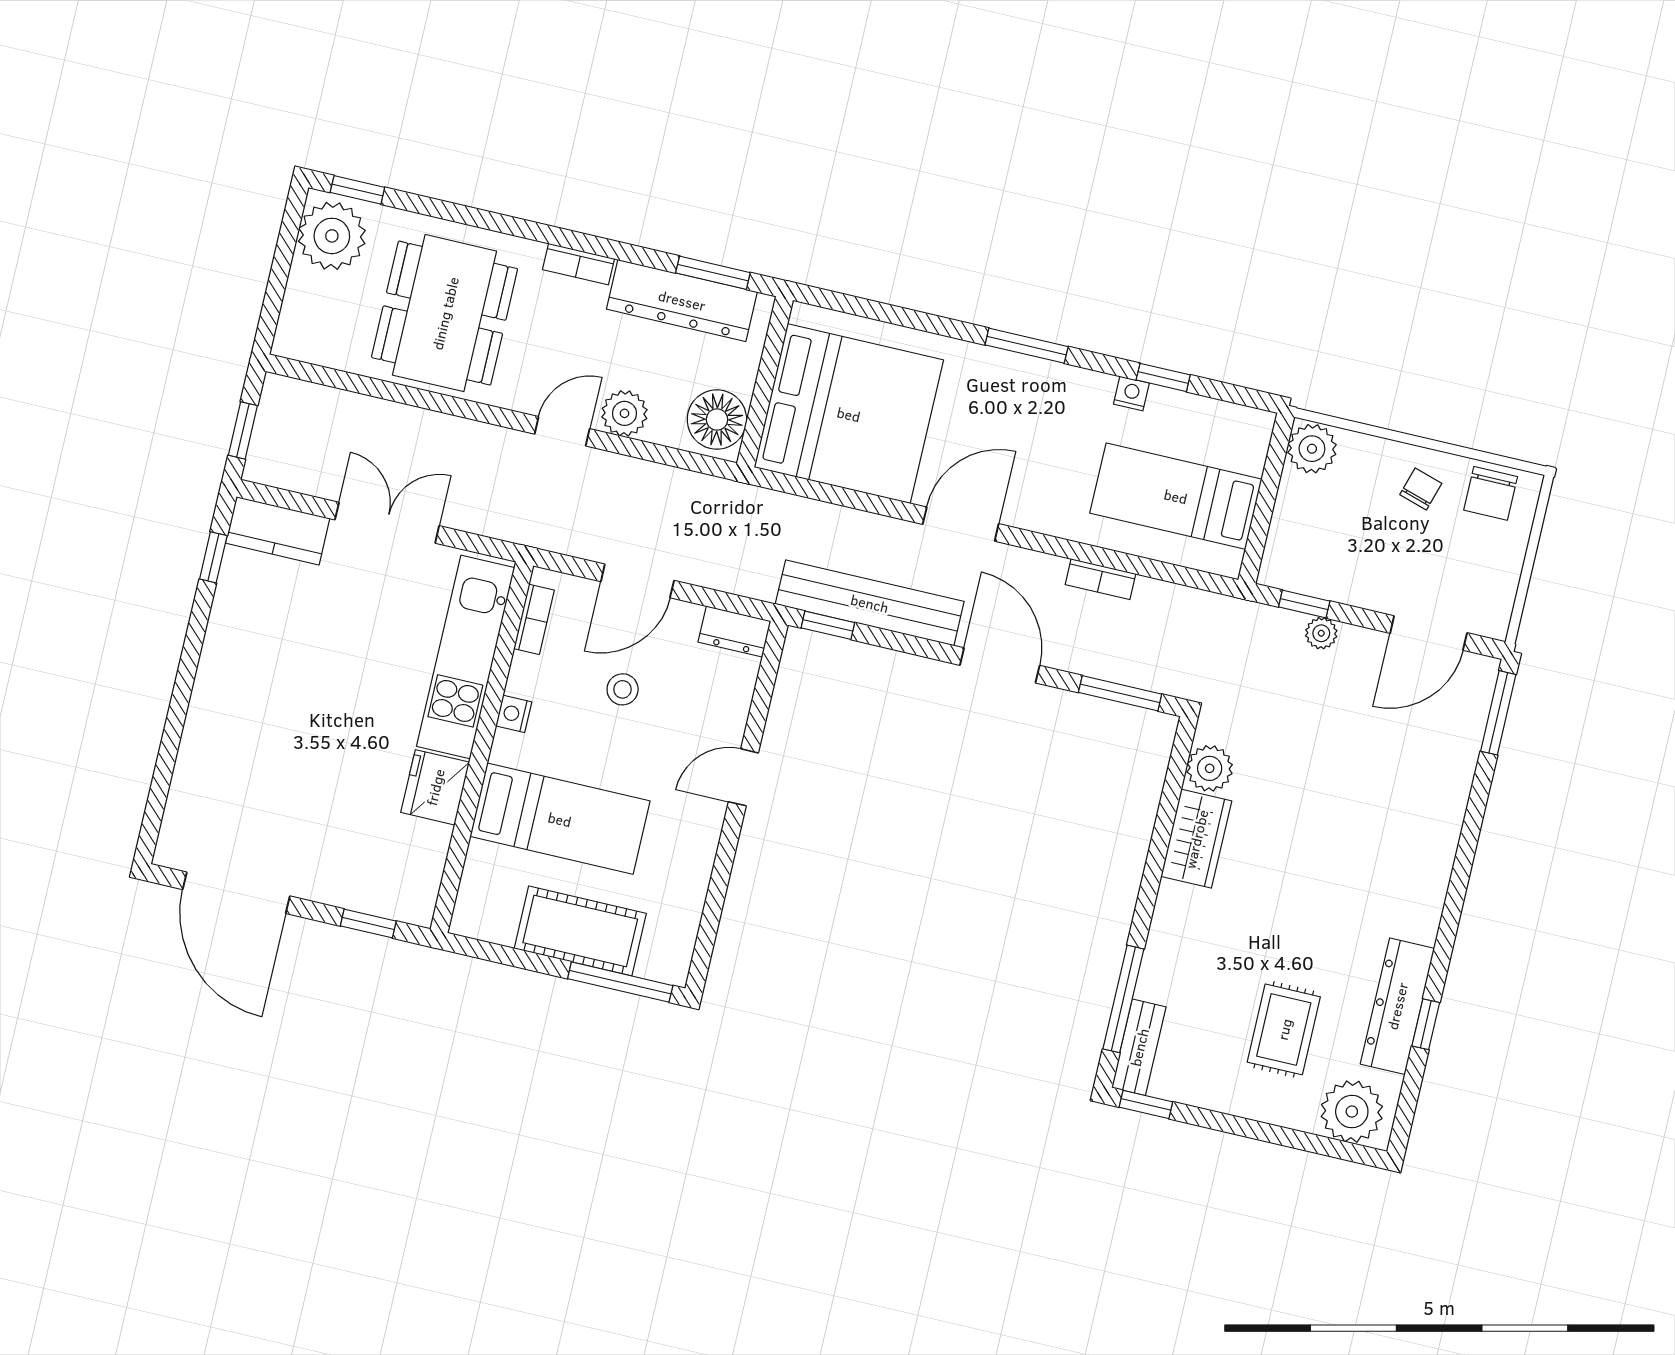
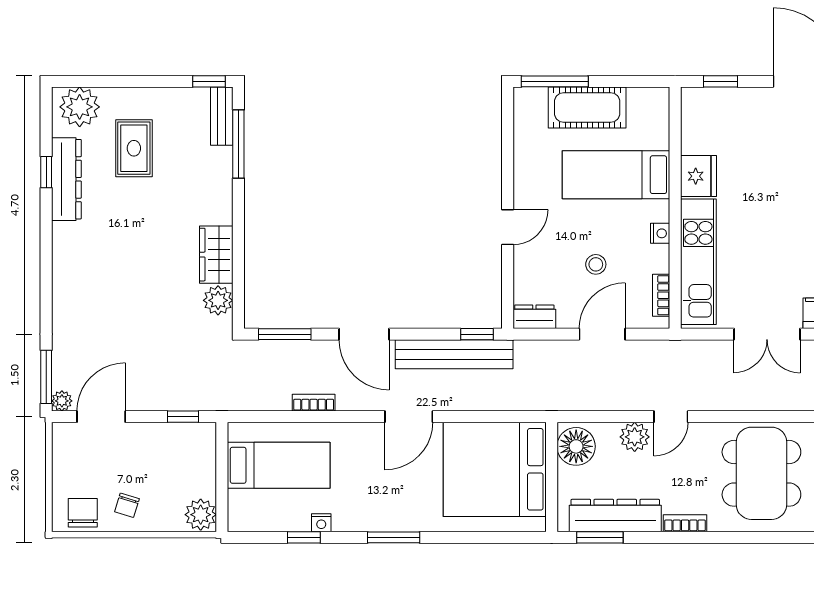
plant: (1321, 633) -> (62, 401), moved

